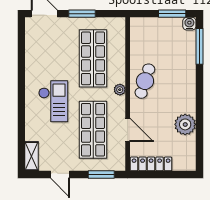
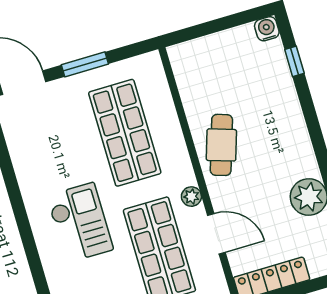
window: (172, 14) -> (234, 21), removed
window: (199, 46) -> (294, 61), width x0.46
plant: (120, 90) -> (191, 197), moved

